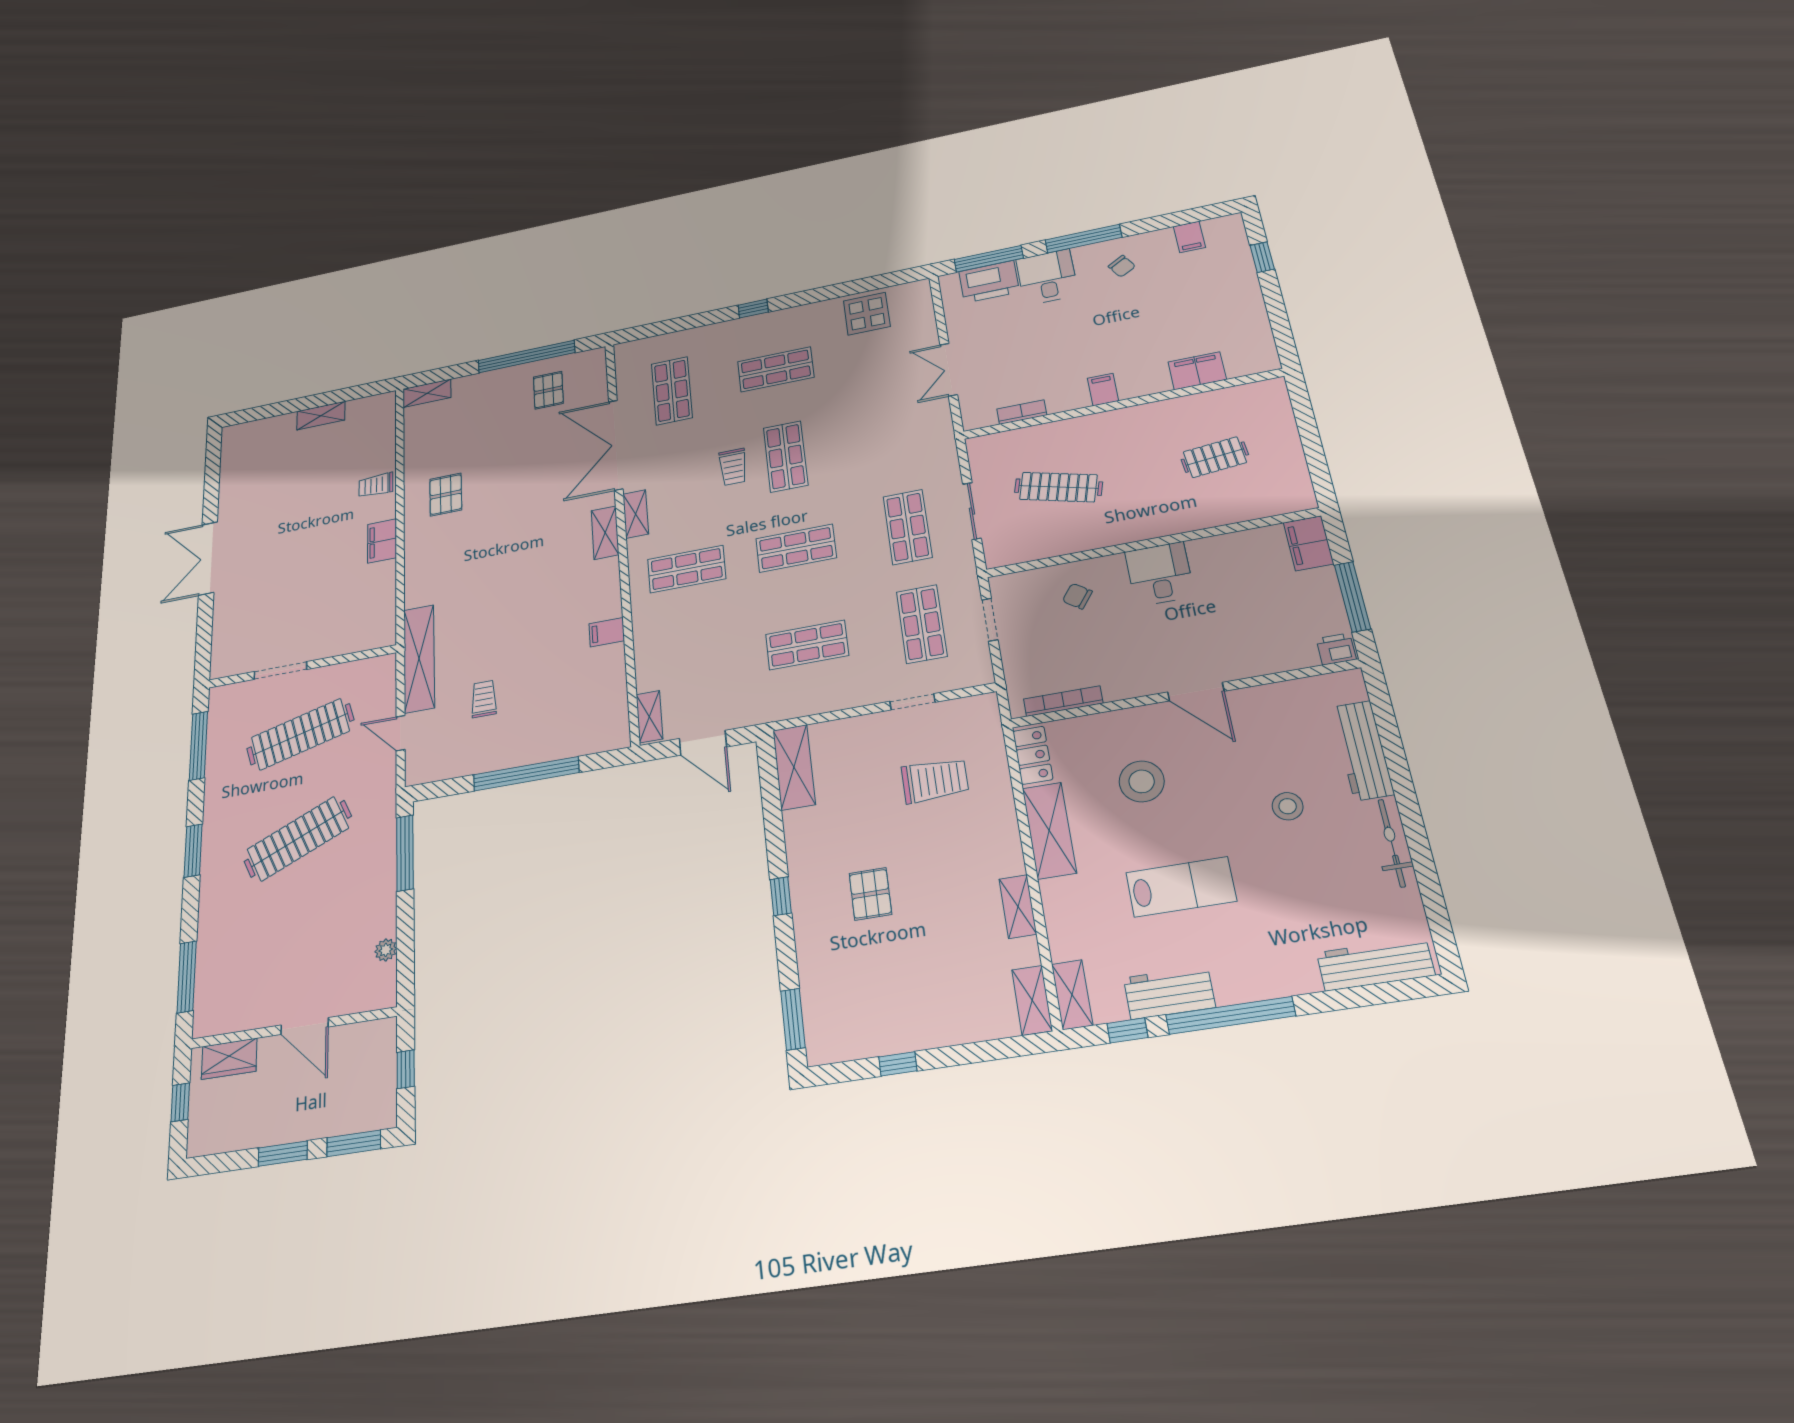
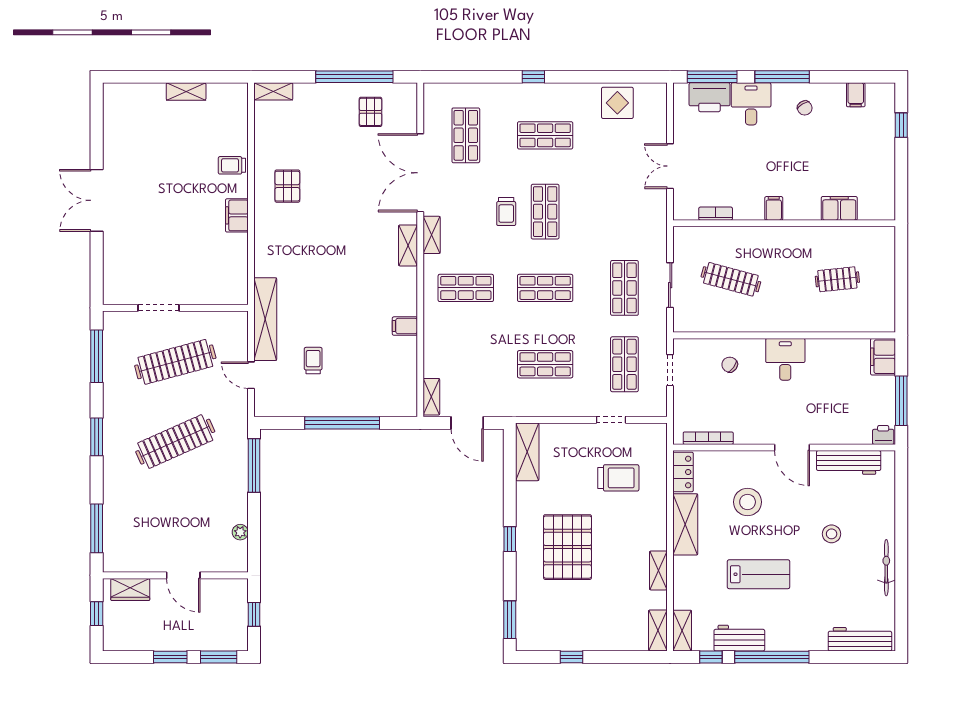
workbench: (1362, 750) -> (849, 462), moved, turned -90
pallet: (870, 894) -> (567, 547), width x2.05, depth x2.00

